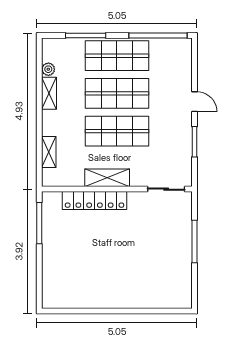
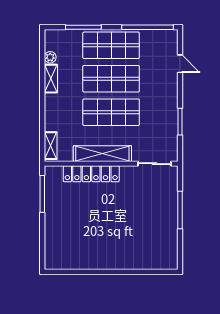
door: (195, 102) -> (180, 64), moved
shelving: (49, 152) -> (51, 146), moved
shelving: (107, 178) -> (102, 154), width x1.47

